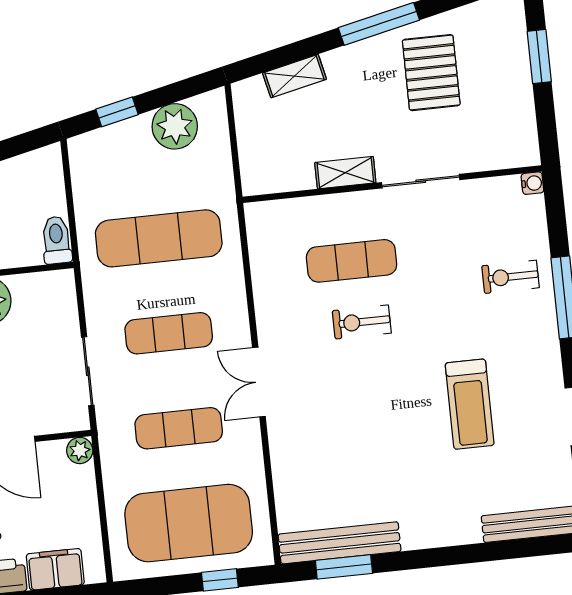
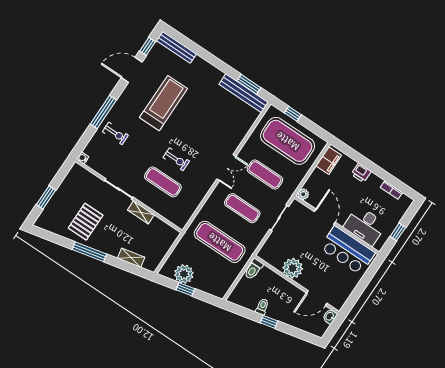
window: (117, 112) -> (185, 289), moved
treadmill: (470, 404) -> (163, 103), width x1.37, depth x1.38
filing cabinet: (55, 569) -> (329, 161), moved, turned -90

